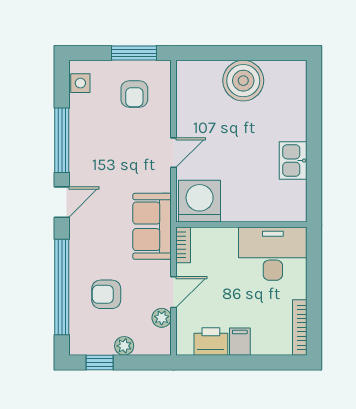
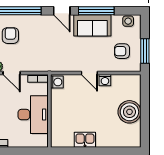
washing machine: (186, 125) -> (105, 80), added
washing machine: (200, 201) -> (57, 82), width x0.53, depth x0.53
sofa: (152, 226) -> (92, 25), moved, turned 180
desk: (273, 254) -> (33, 115), moved

